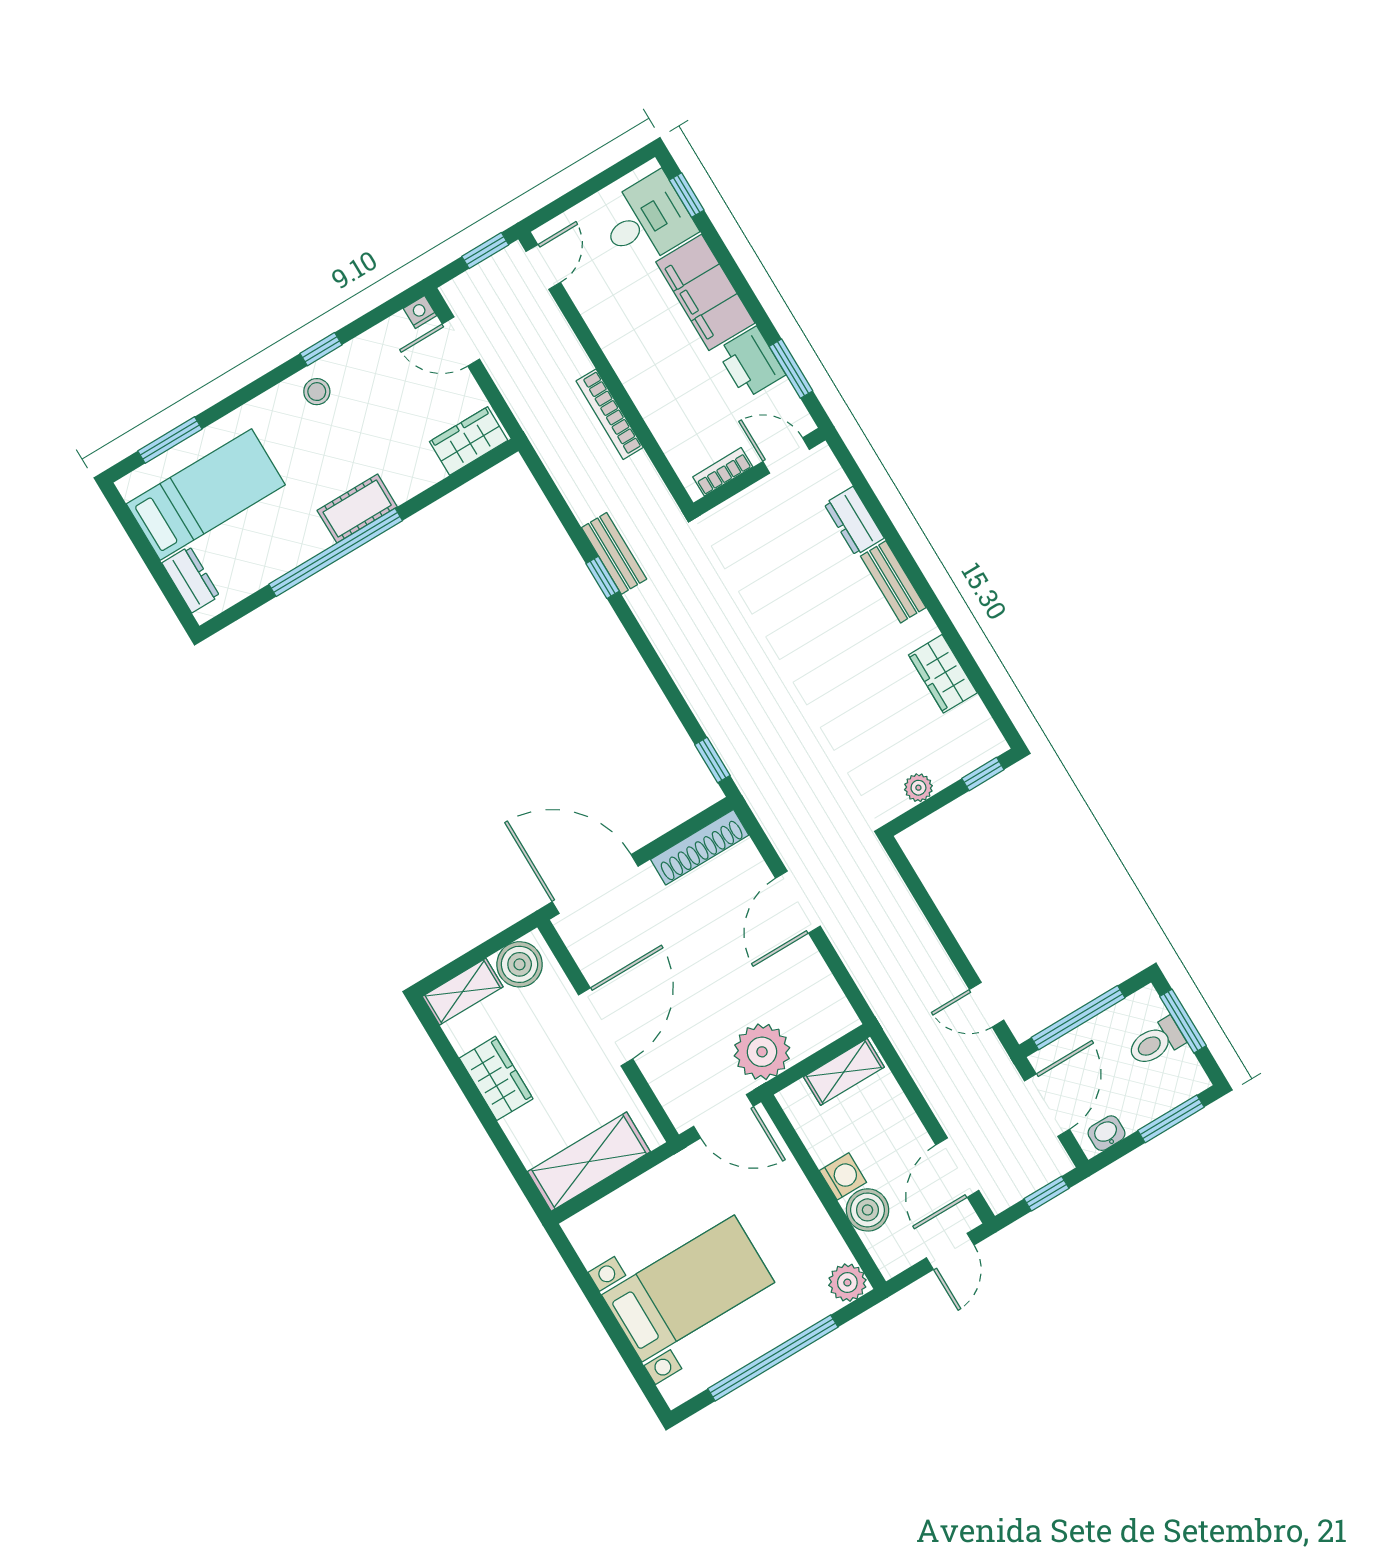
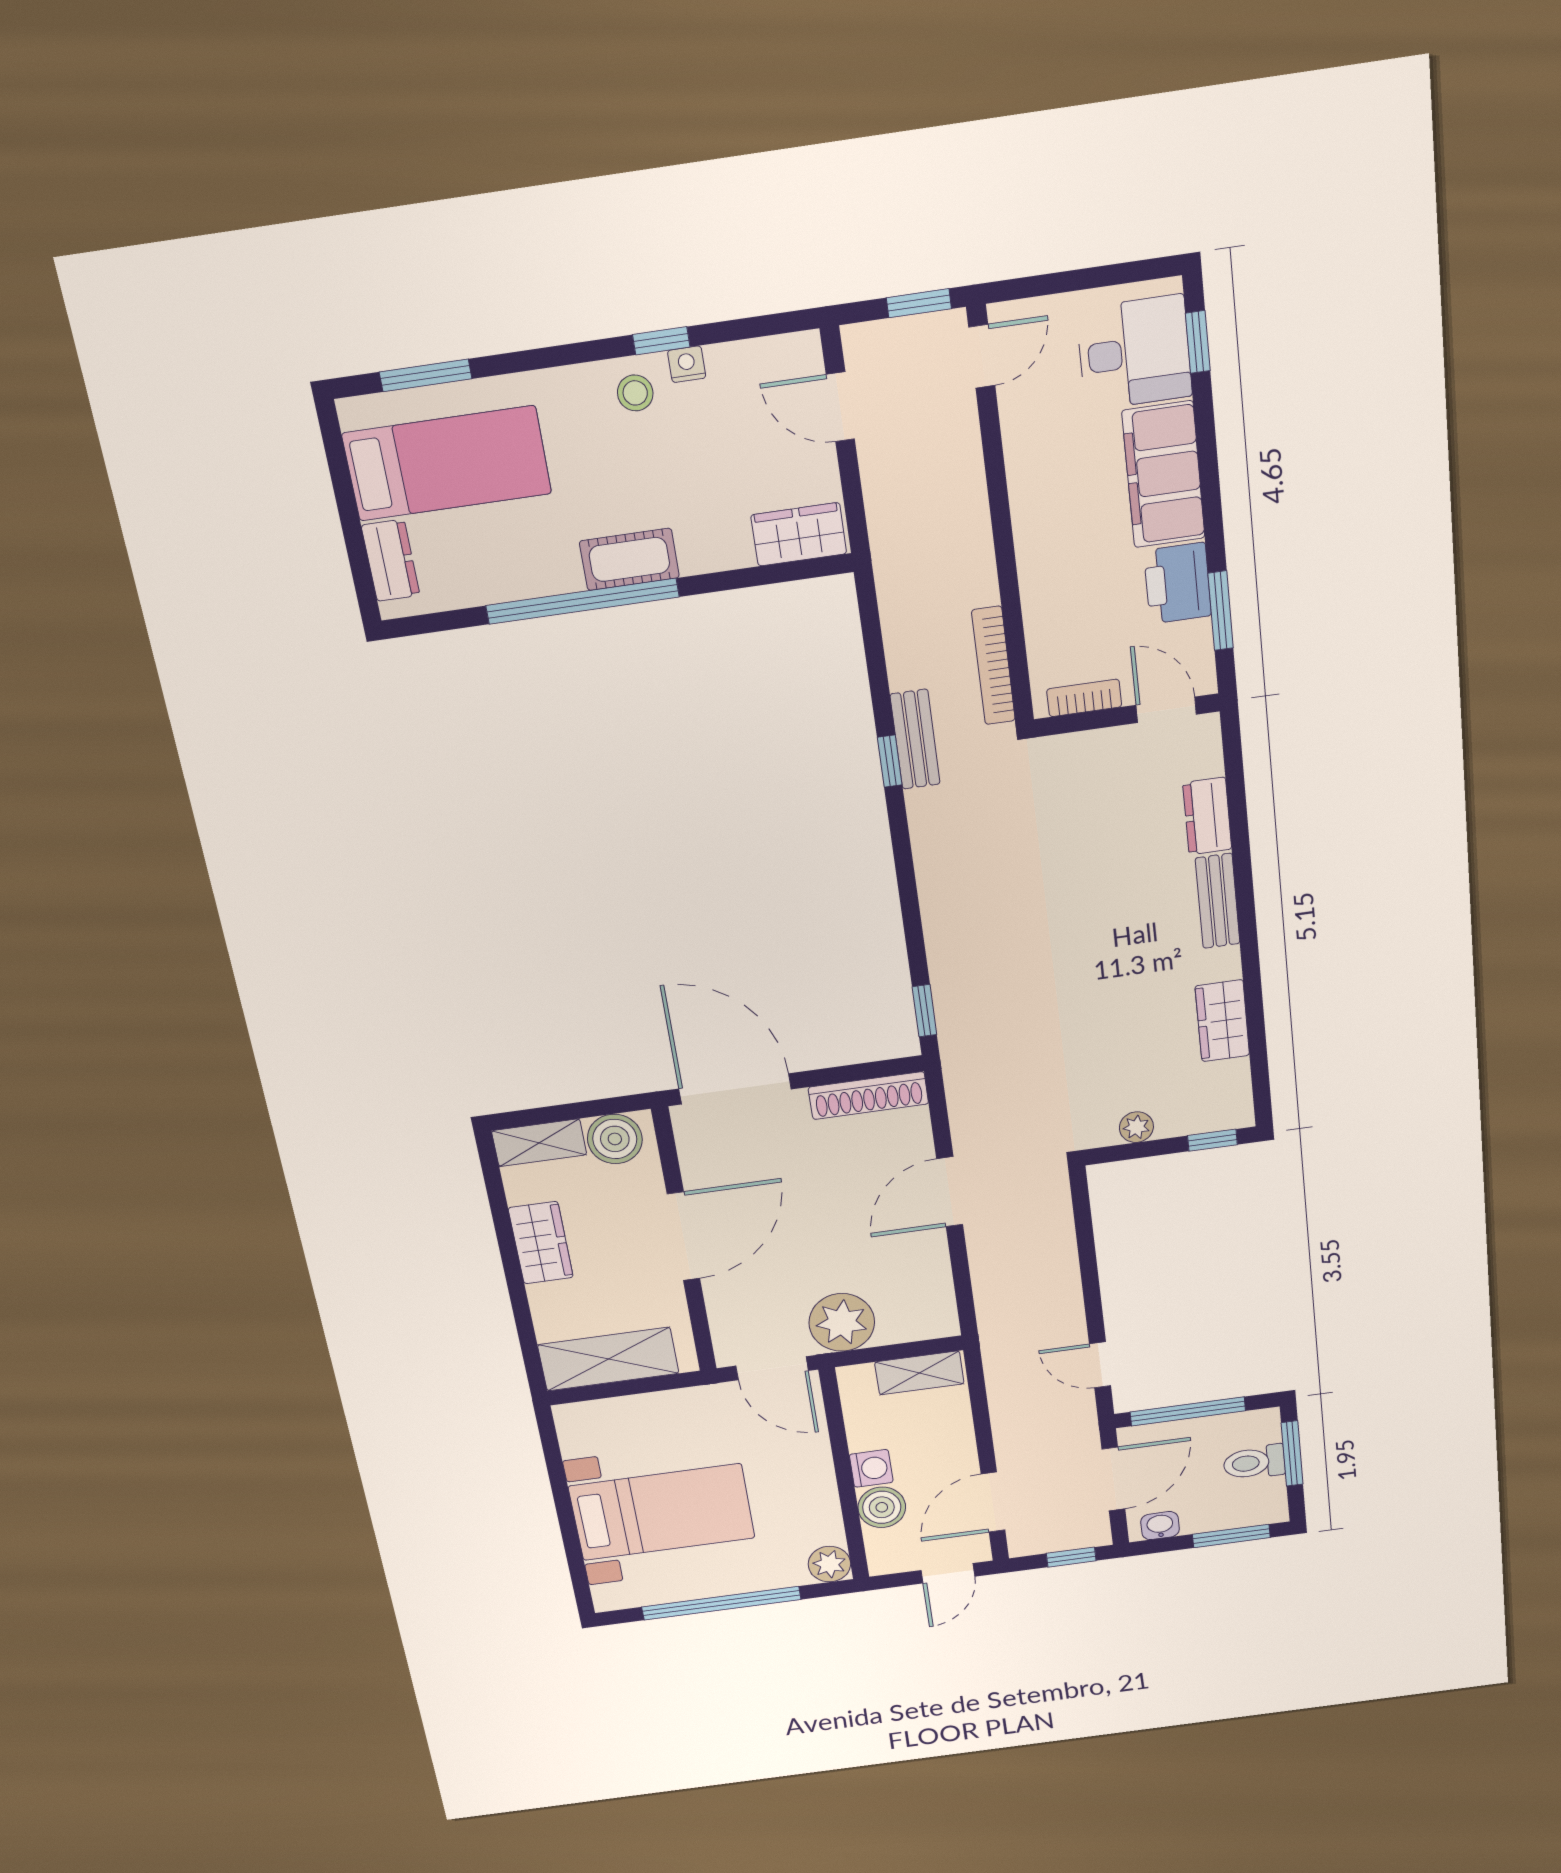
nightstand: (420, 312) -> (687, 364), moved
bookcase: (610, 414) -> (993, 666), moved

